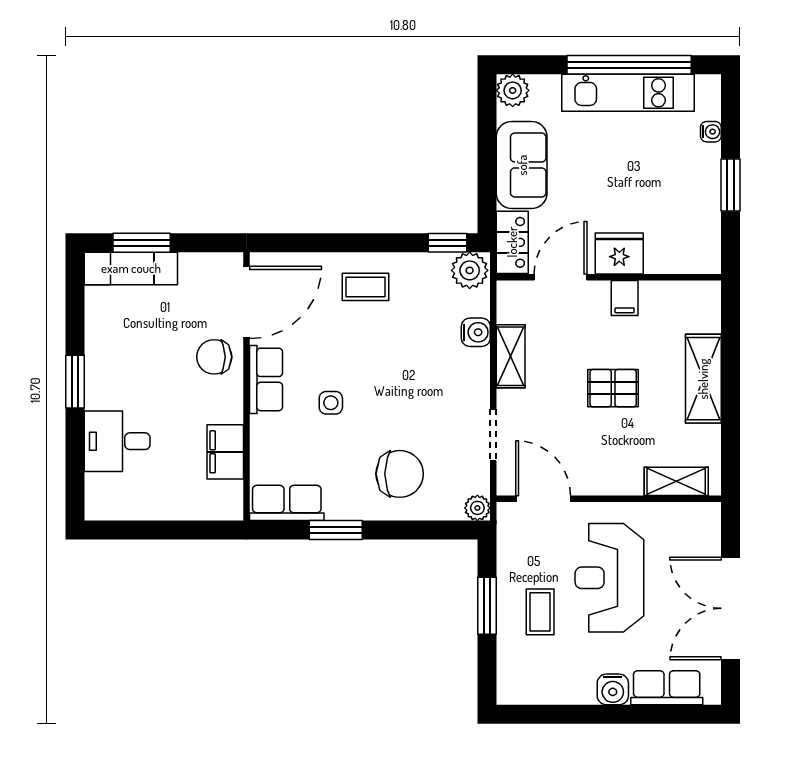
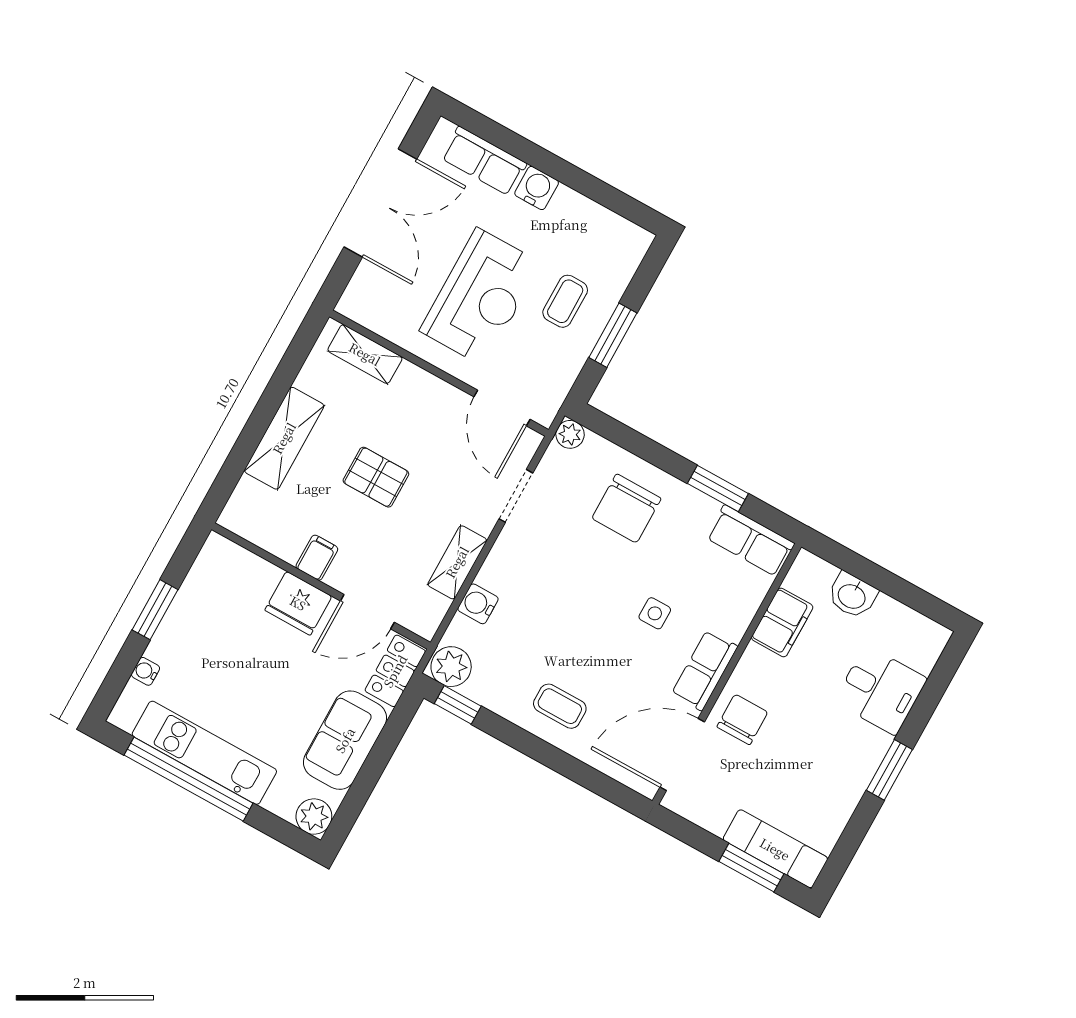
chair: (214, 357) -> (742, 720), turned -90
chair: (400, 474) -> (626, 508), turned -90
washbasin: (181, 504) -> (852, 596), added

